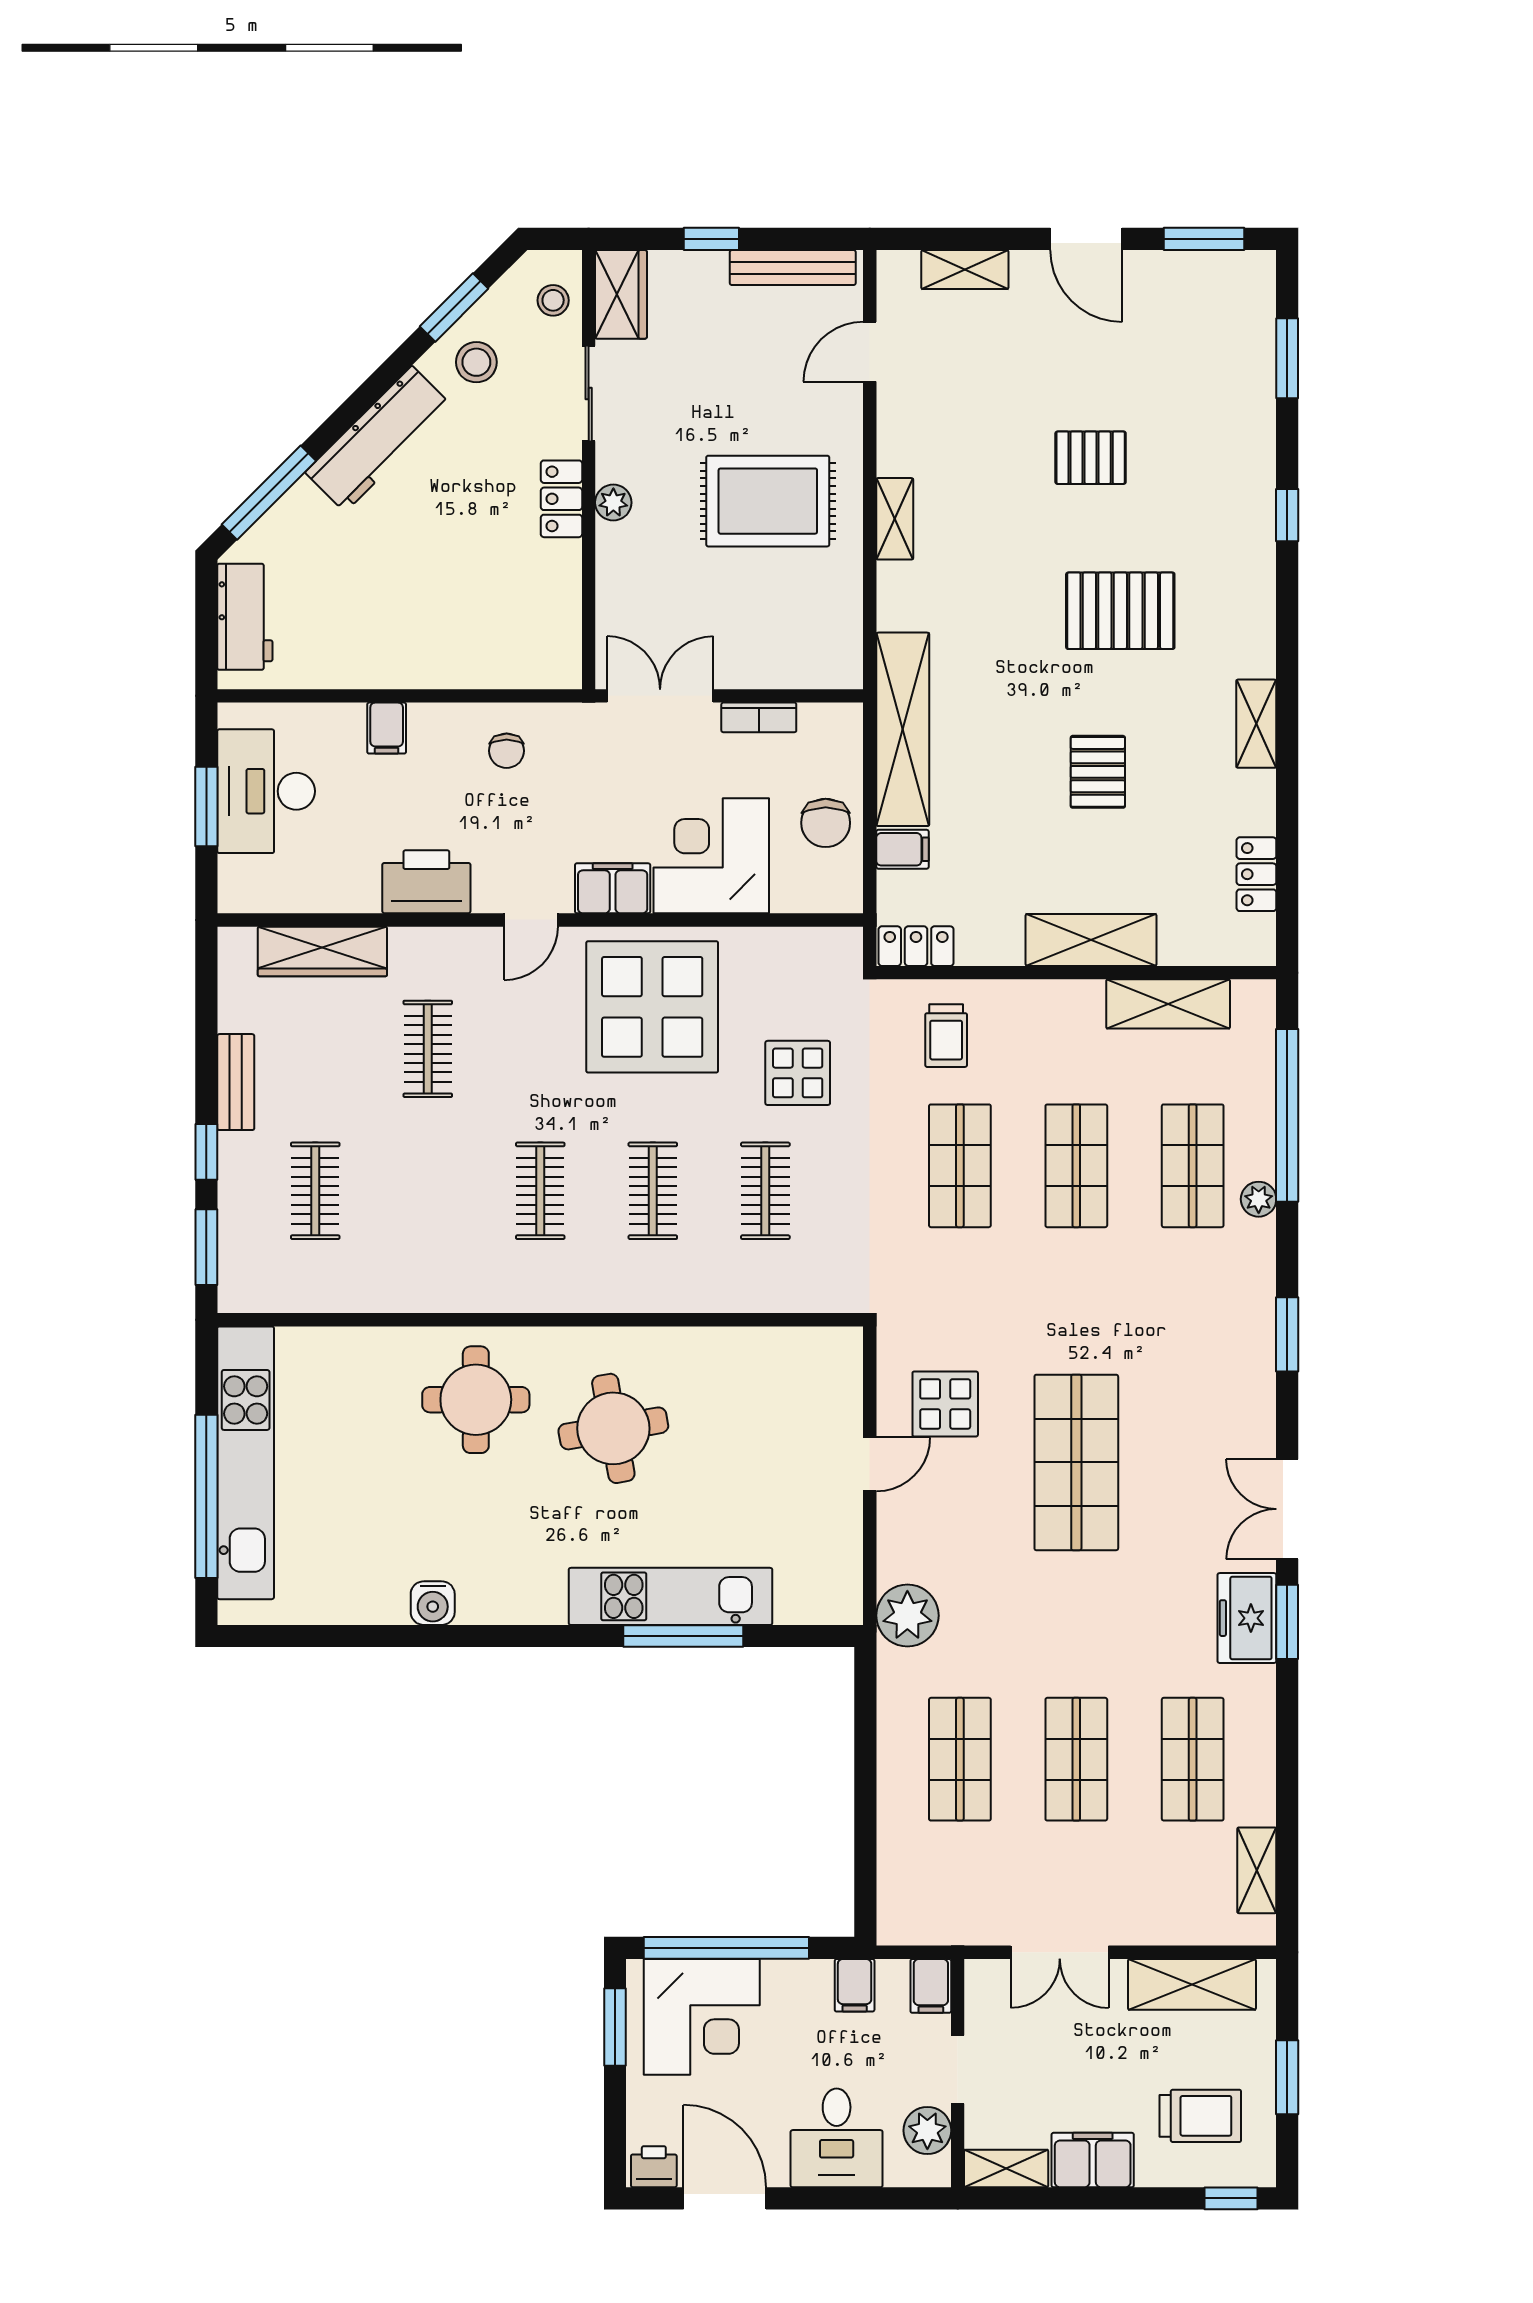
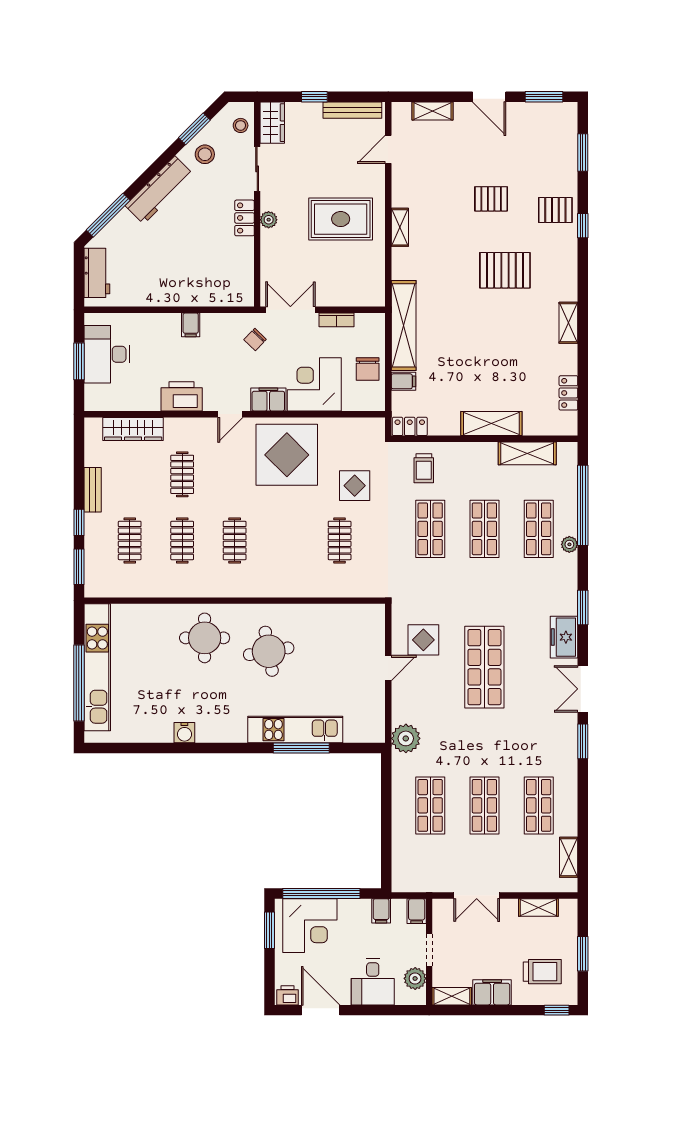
filing cabinet: (387, 728) -> (191, 325), moved
chair: (507, 751) -> (255, 340), moved, turned 44
pallet: (1098, 772) -> (555, 210), moved, turned 90
clothes rail: (653, 1191) -> (182, 540), moved
freezer: (1247, 1618) -> (564, 637), moved
shelving: (1192, 1984) -> (538, 907), width x0.67, depth x0.75

